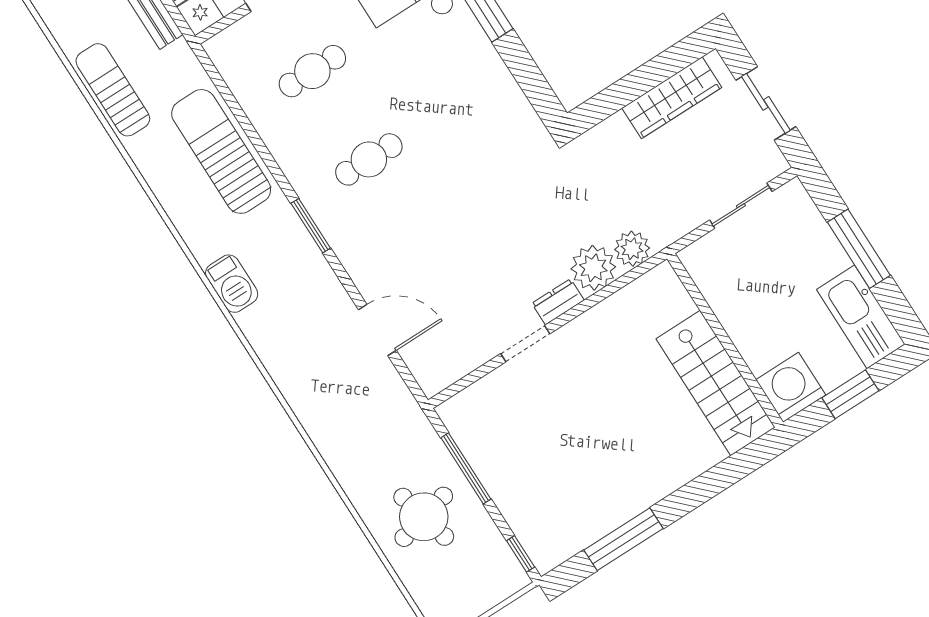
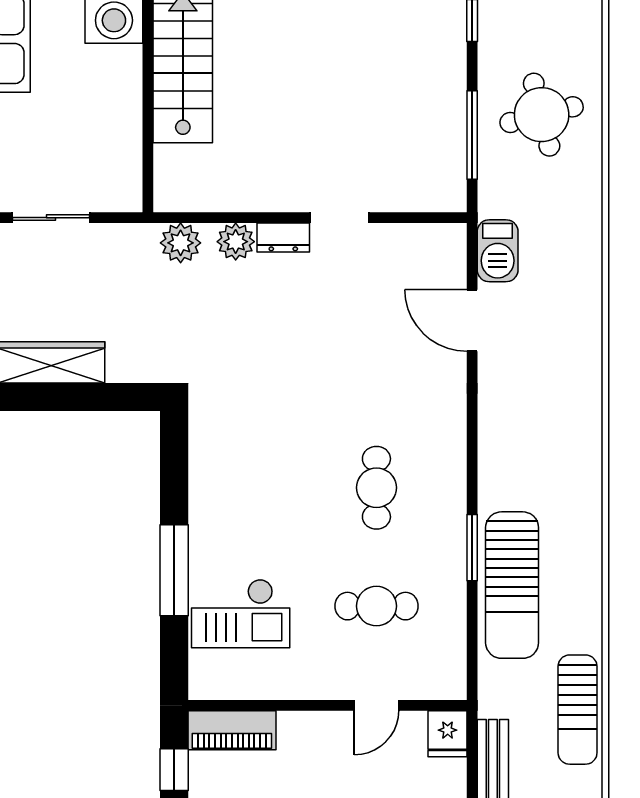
cafe table: (369, 159) -> (376, 488), turned 90
window: (311, 226) -> (472, 548), moved
plant: (593, 268) -> (236, 242), width x0.73, depth x0.73
barbecue: (232, 284) -> (498, 251), moved, turned 180

